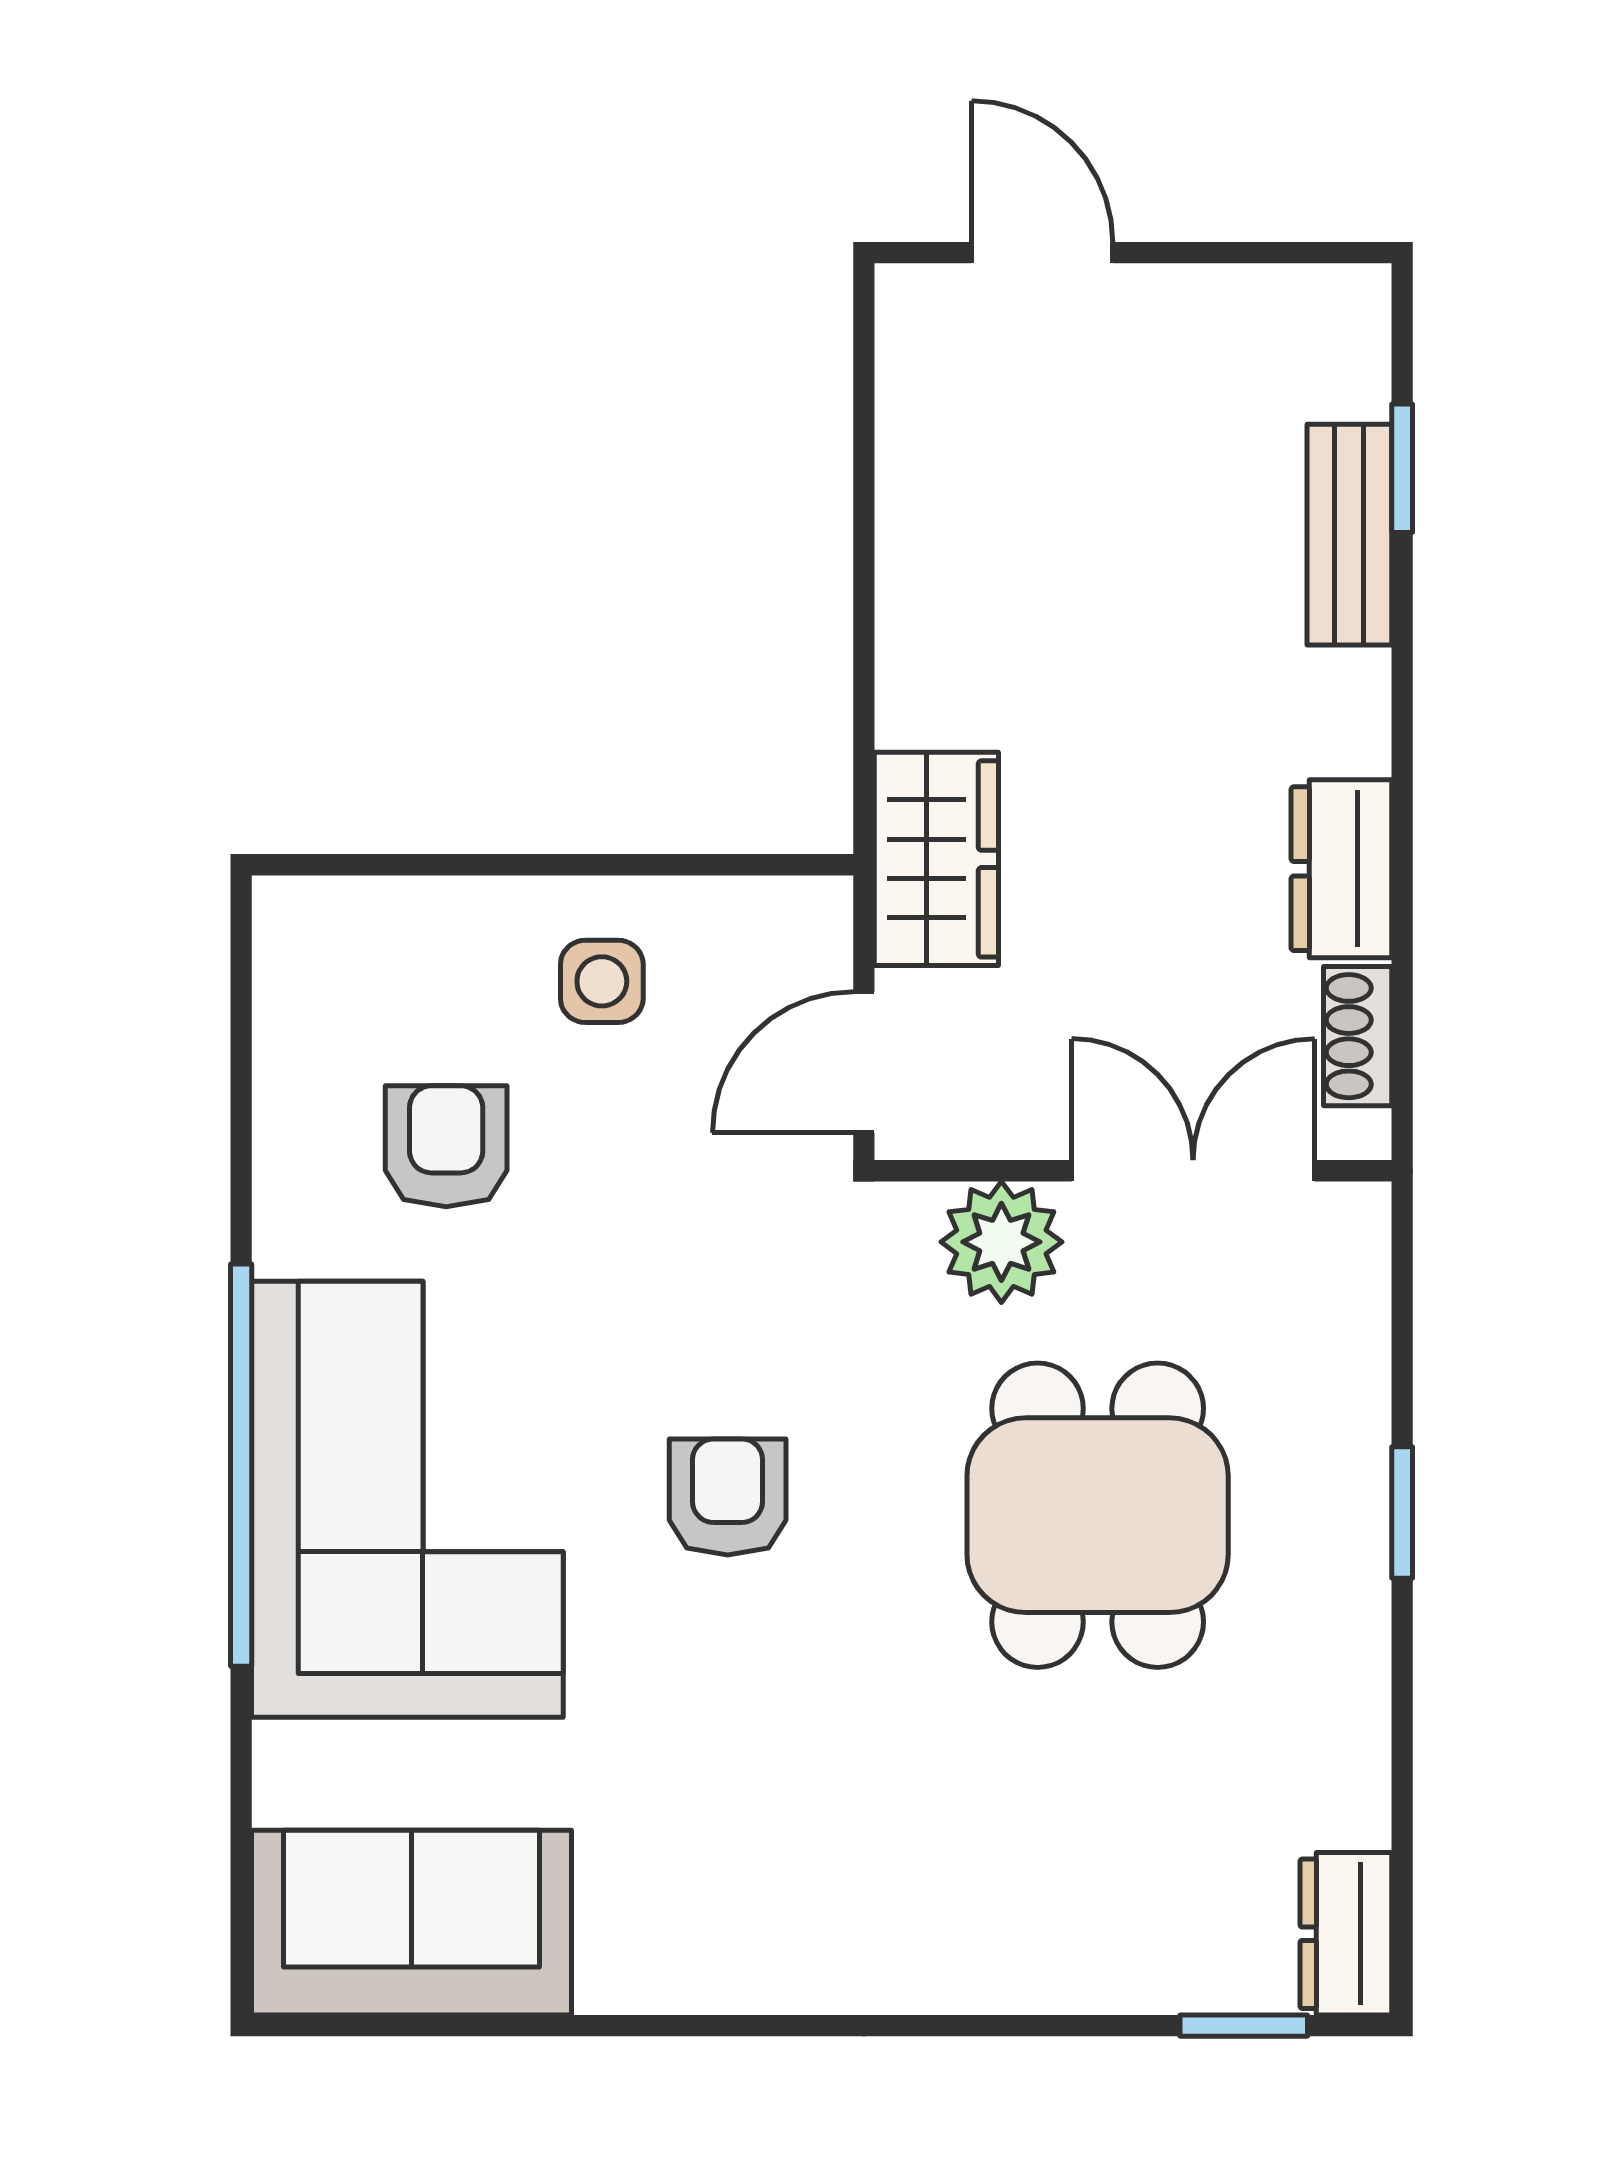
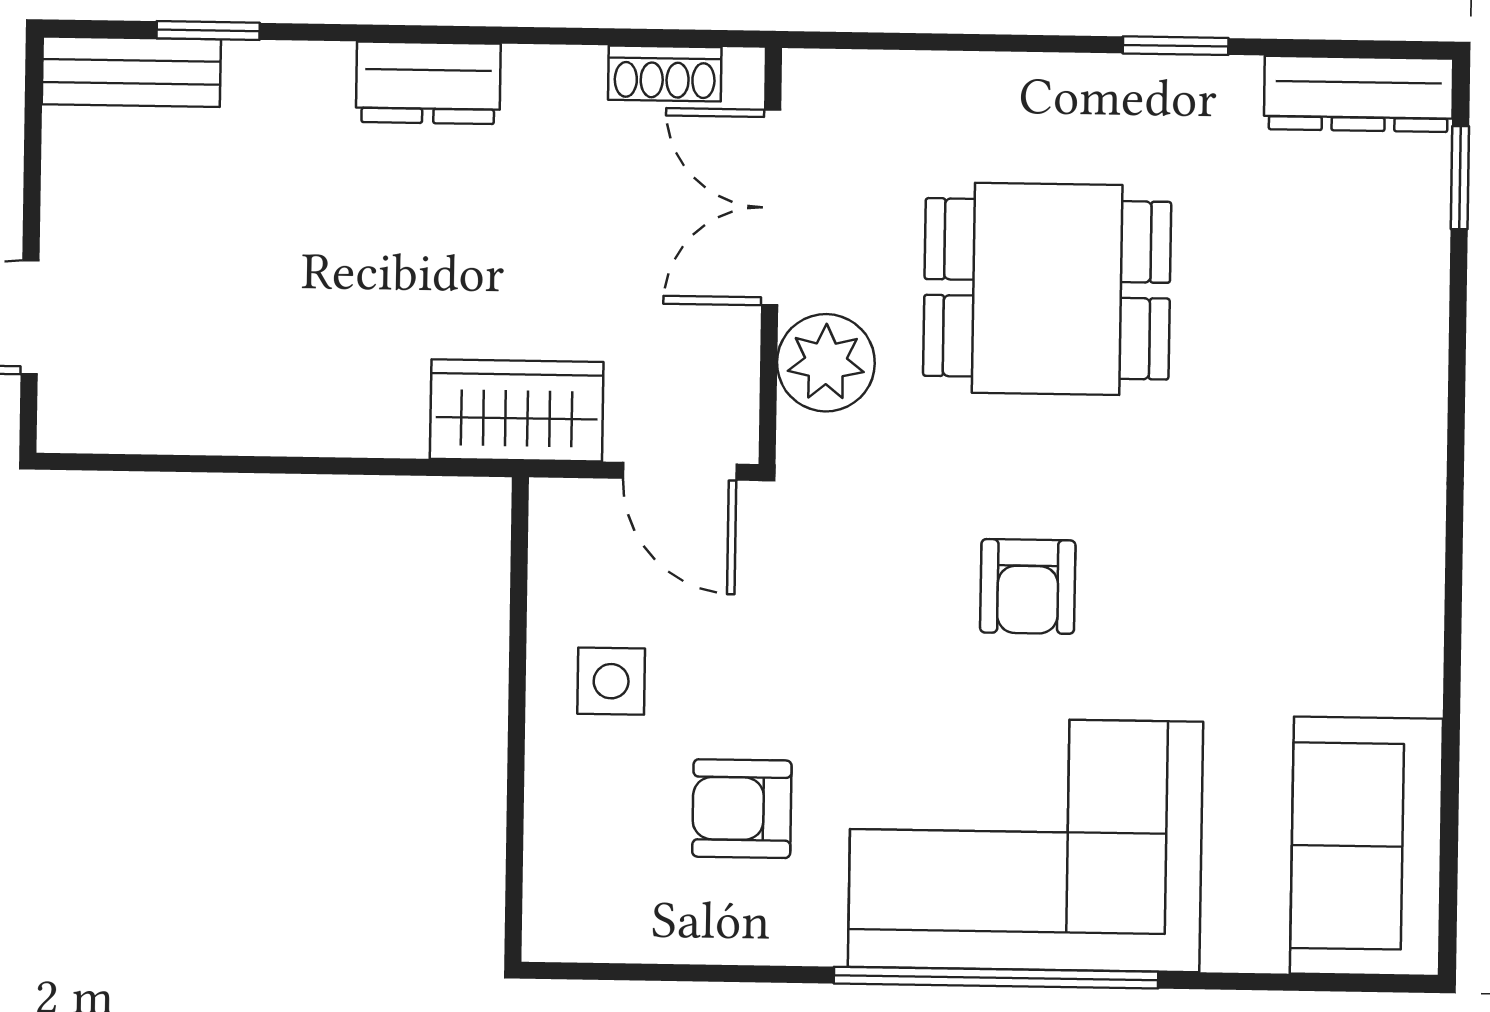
bench: (1349, 535) -> (131, 72), moved
dresser: (1341, 869) -> (428, 83), moved
armchair: (728, 1497) -> (1028, 586), turned -90
window: (1402, 1513) -> (1176, 46), moved
dresser: (1346, 1934) -> (1359, 94), width x1.44

